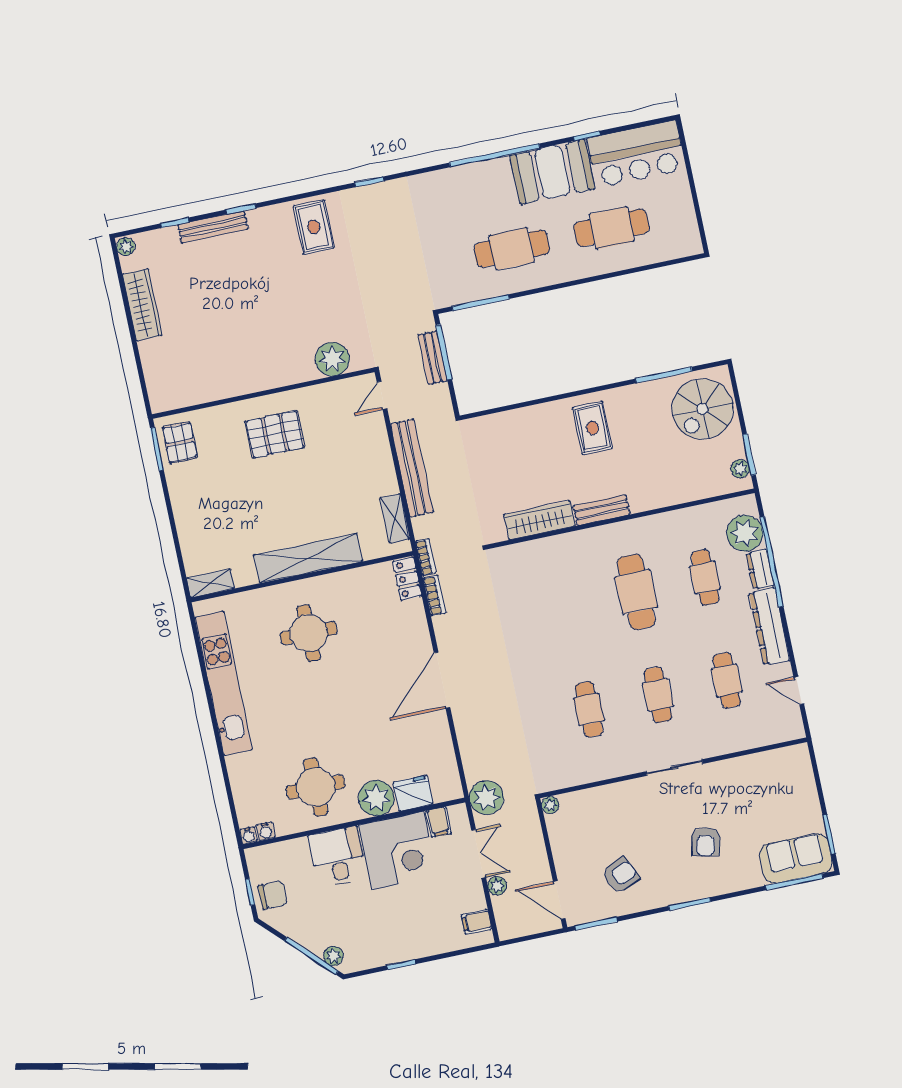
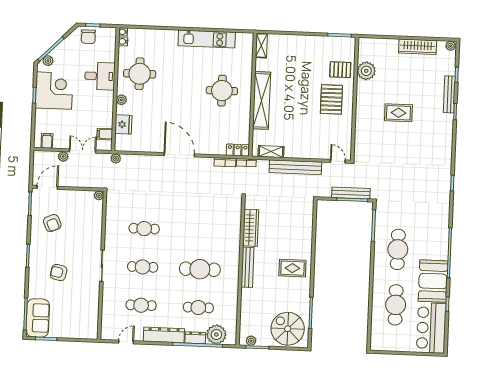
rug: (314, 227) -> (398, 113), moved
bench: (433, 358) -> (351, 193), width x1.36
plant: (332, 359) -> (366, 71), moved
pallet: (180, 443) -> (340, 70), moved
bench: (602, 510) -> (248, 267), width x1.36
kitchen unit: (224, 683) -> (207, 39), width x0.73
plant: (376, 798) -> (121, 100), width x0.53, depth x0.53
plant: (486, 798) -> (116, 158), width x0.53, depth x0.53
corner desk: (398, 851) -> (54, 91), moved, turned 180
double door: (479, 854) -> (83, 151), swing flipped

